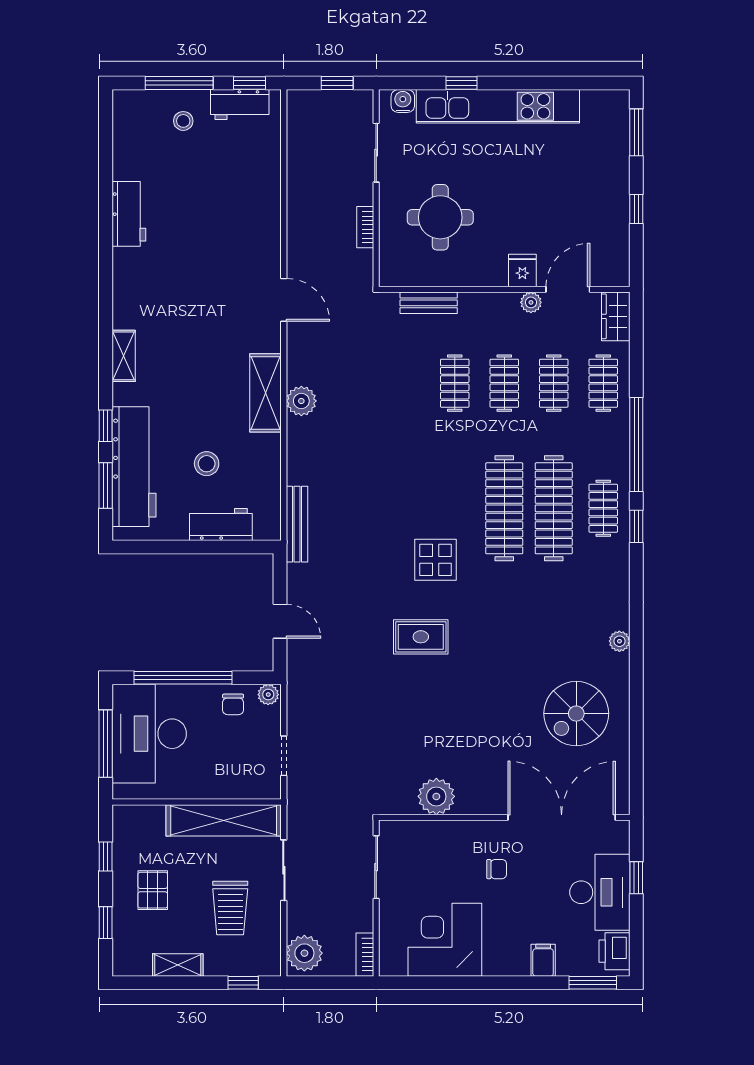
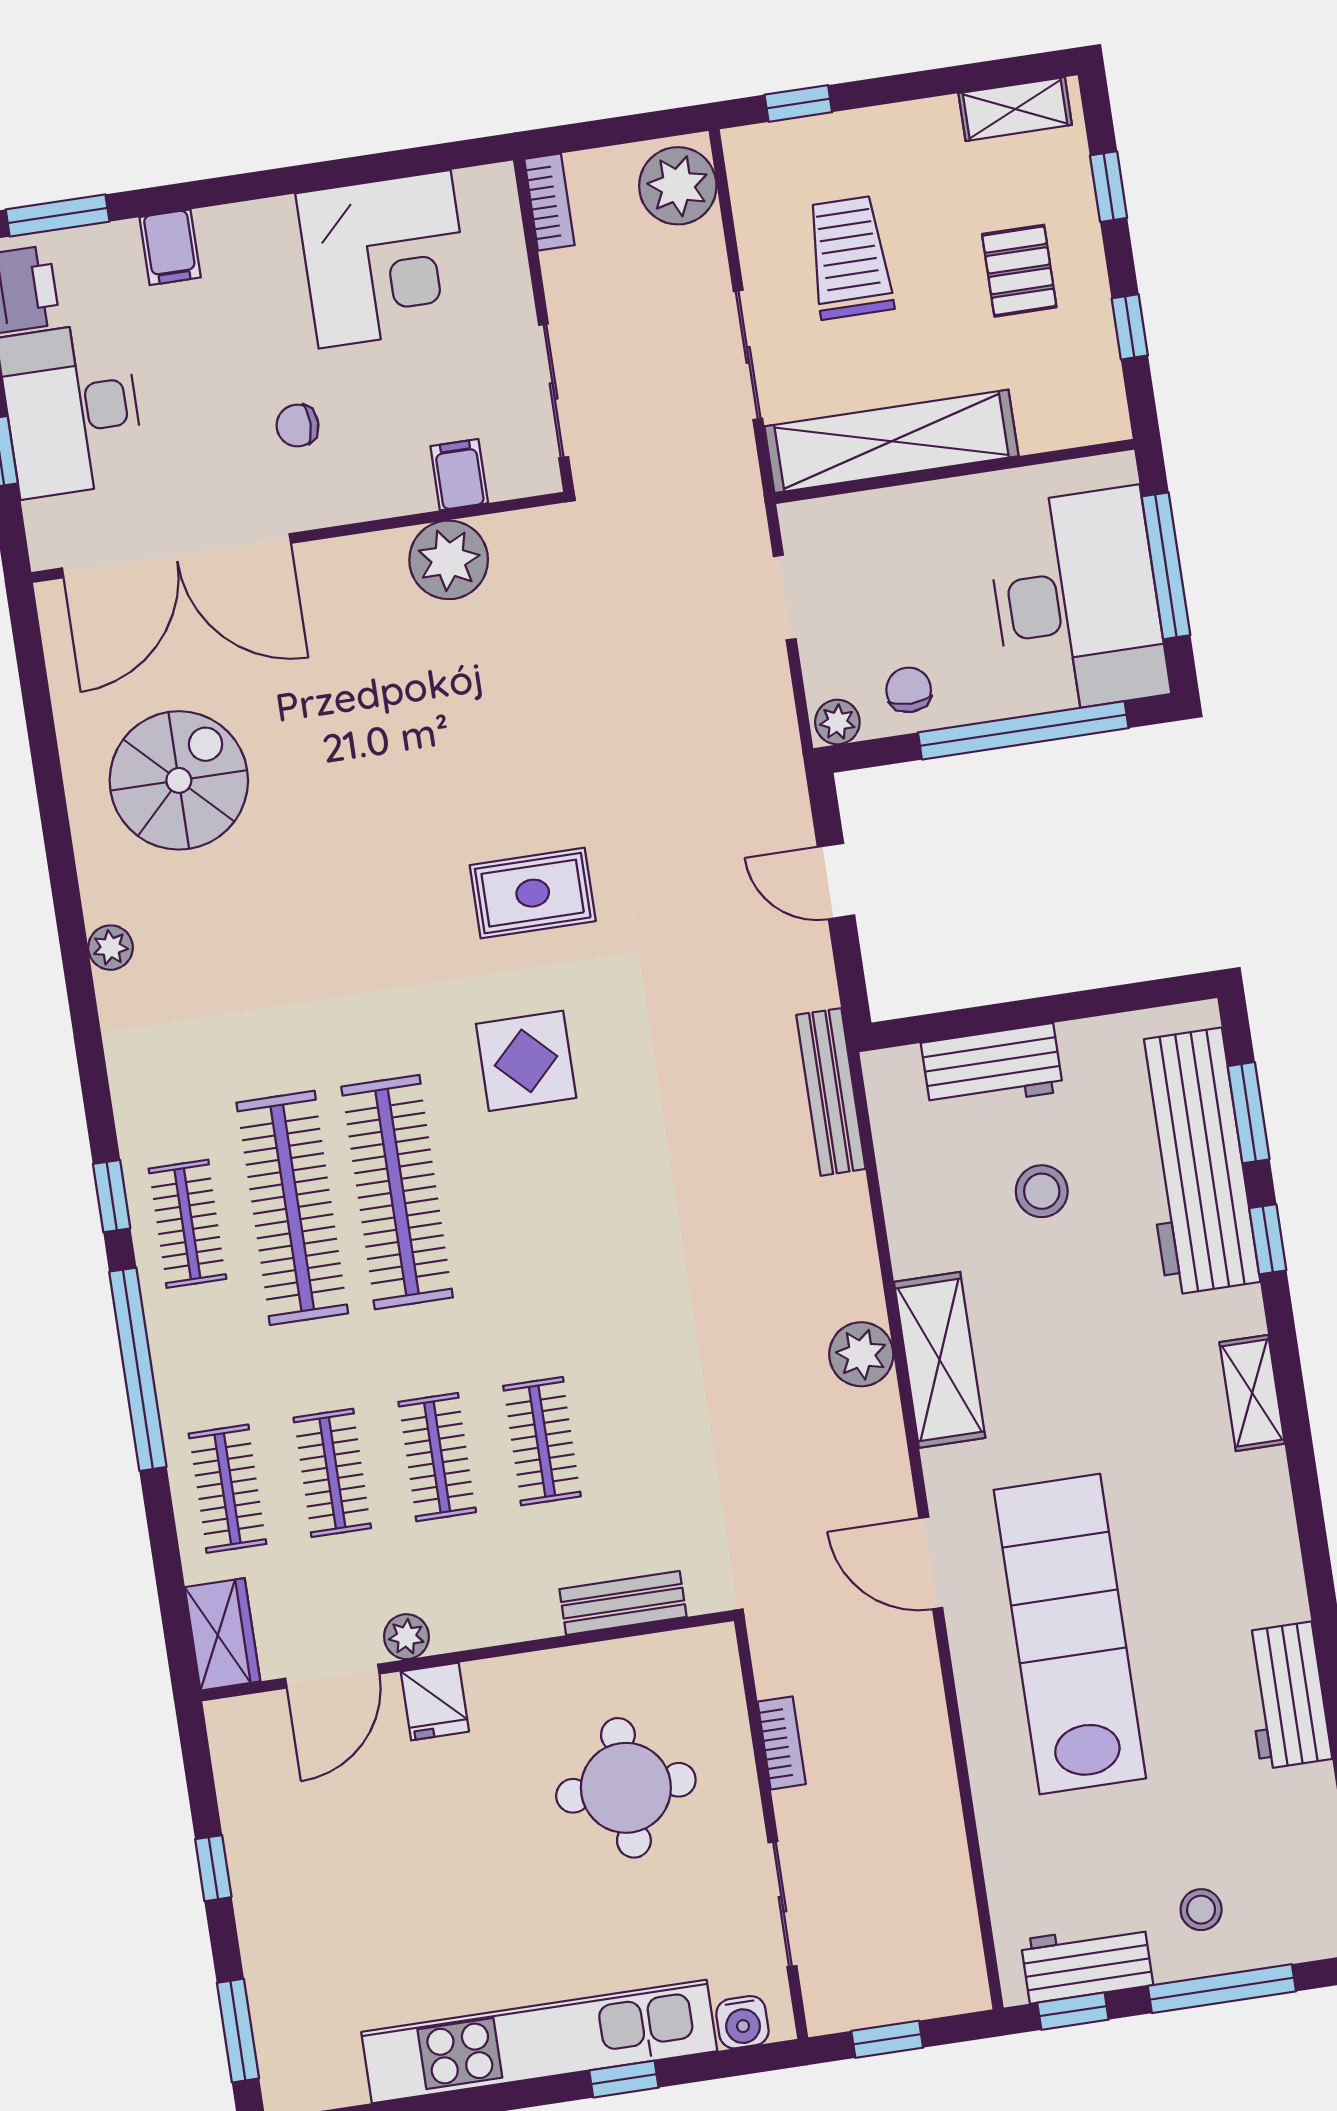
lab bench: (225, 257) -> (1070, 1634), added
filing cabinet: (426, 835) -> (459, 475), added
shelving: (178, 965) -> (1015, 109), moved

